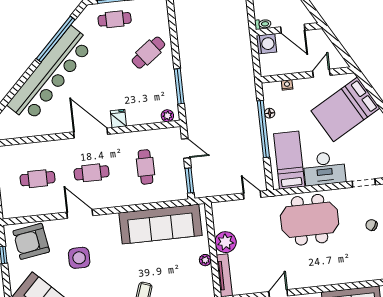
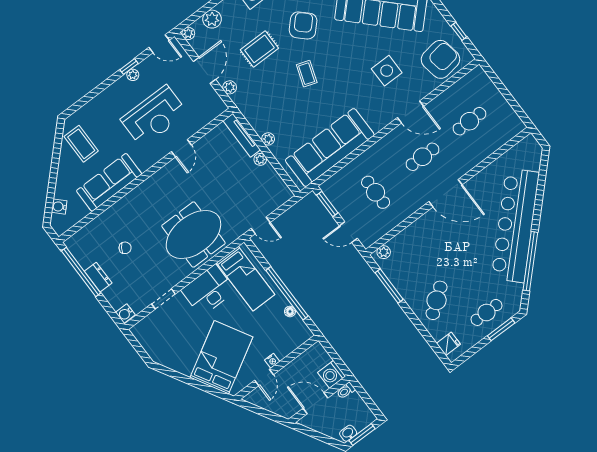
nightstand: (287, 85) -> (272, 361), moved
fridge: (118, 119) -> (448, 344), moved, turned -90
chair: (371, 225) -> (125, 248), moved
plant: (226, 242) -> (260, 159), width x0.53, depth x0.53

